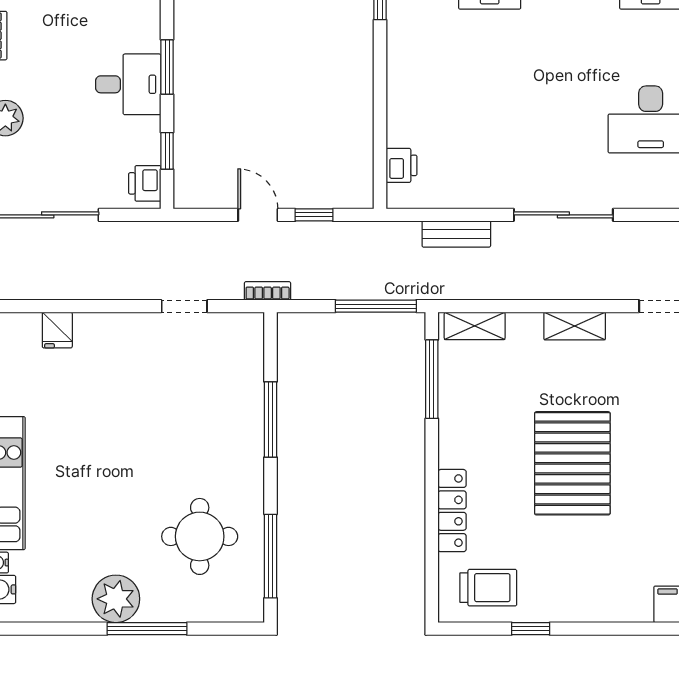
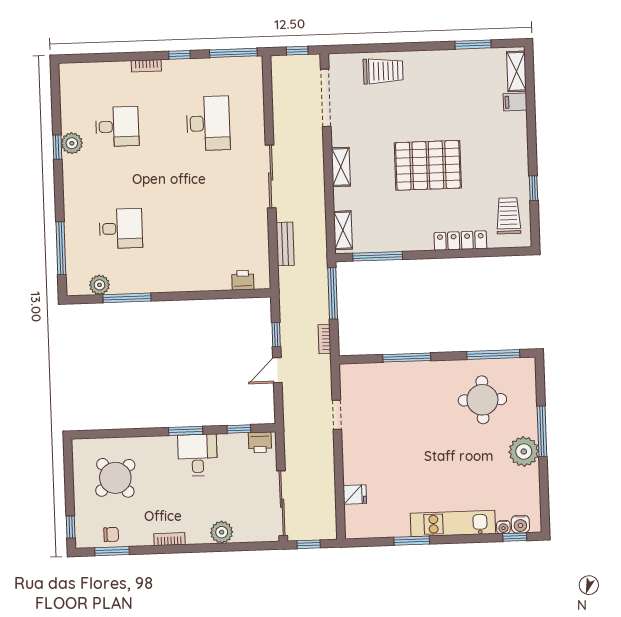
bookcase: (268, 291) -> (324, 339), moved

